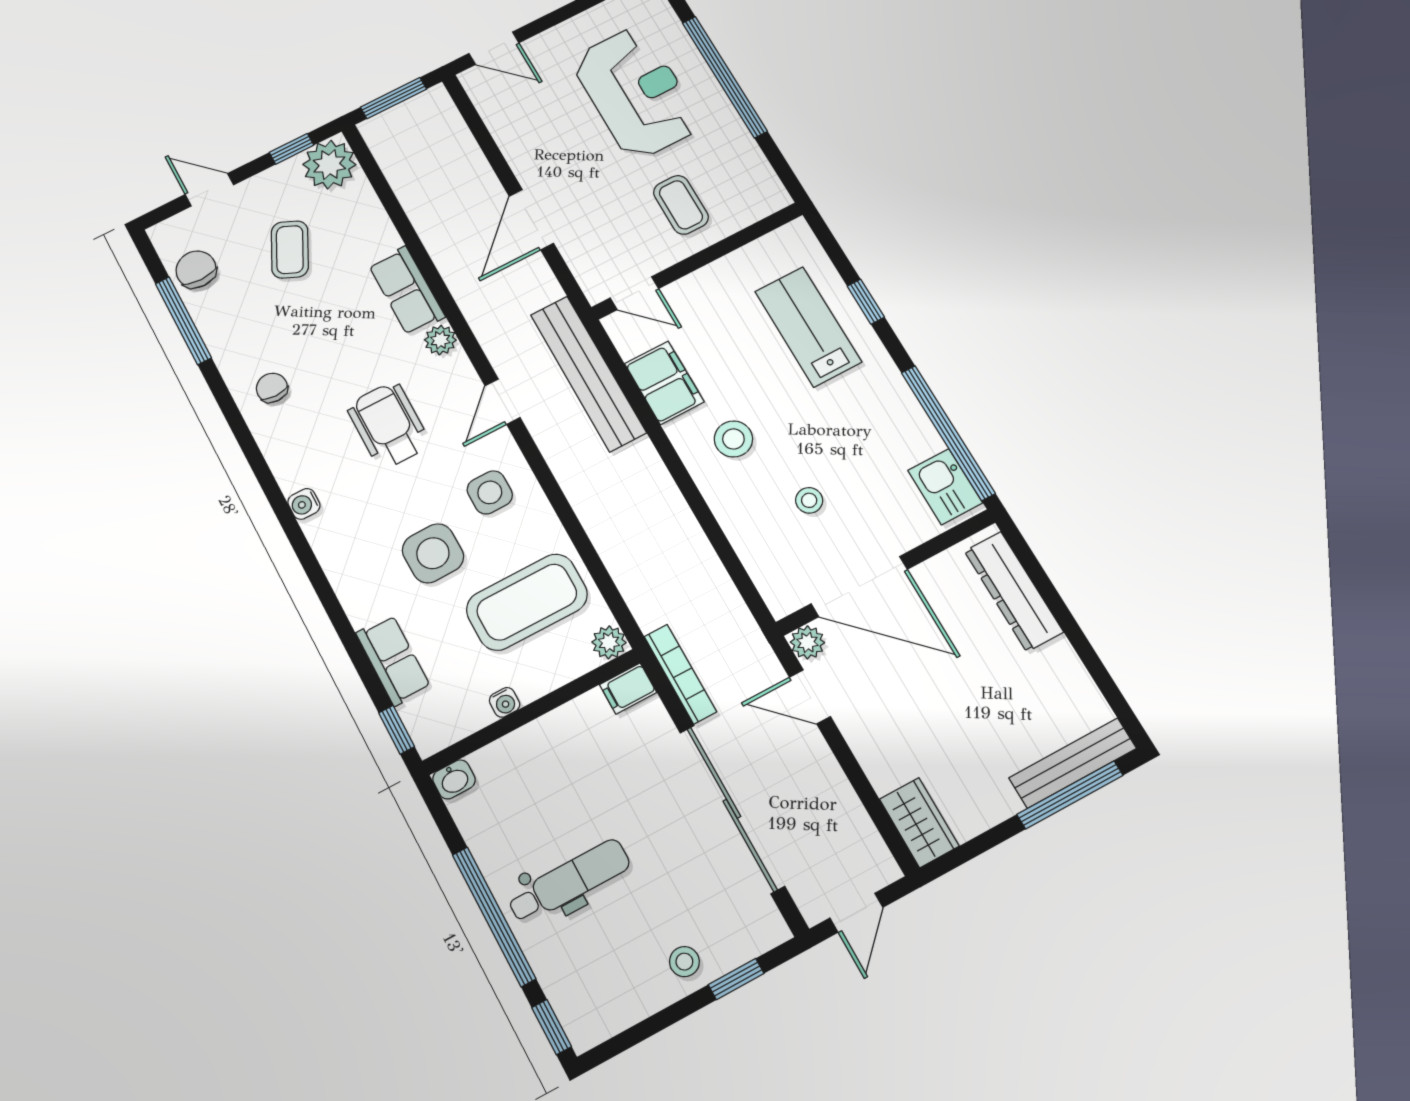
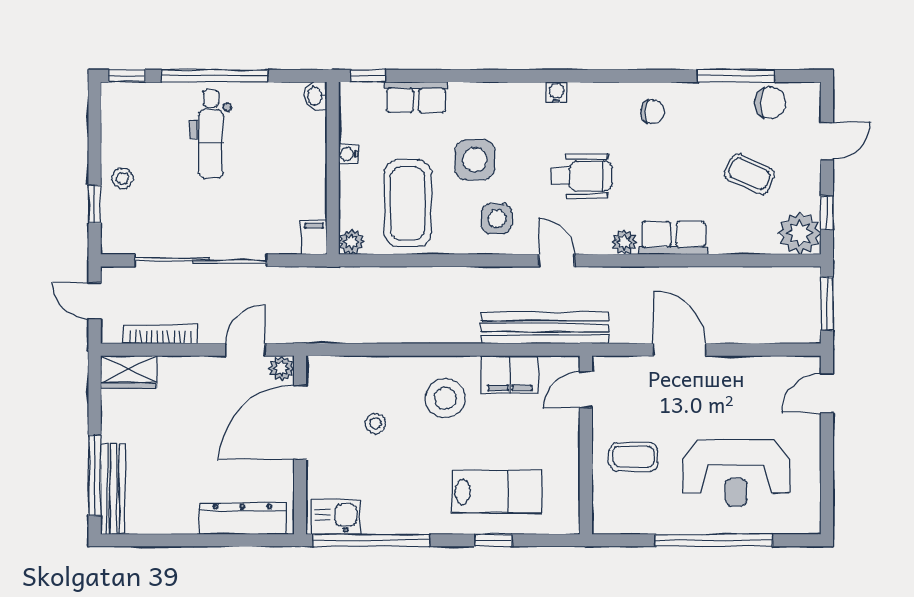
stool: (733, 439) -> (445, 398), width x1.38, depth x1.38
bookcase: (680, 674) -> (160, 334), moved, turned 180

